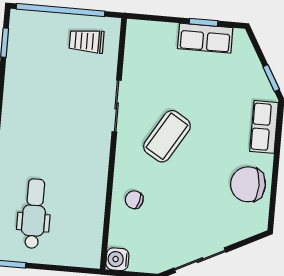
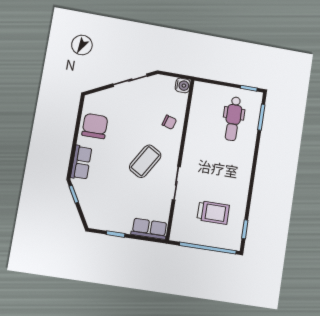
row of seats: (205, 38) -> (149, 229), moved
trolley: (87, 41) -> (213, 212), moved, width x1.36, depth x1.39
chair: (248, 184) -> (95, 126), turned -90

